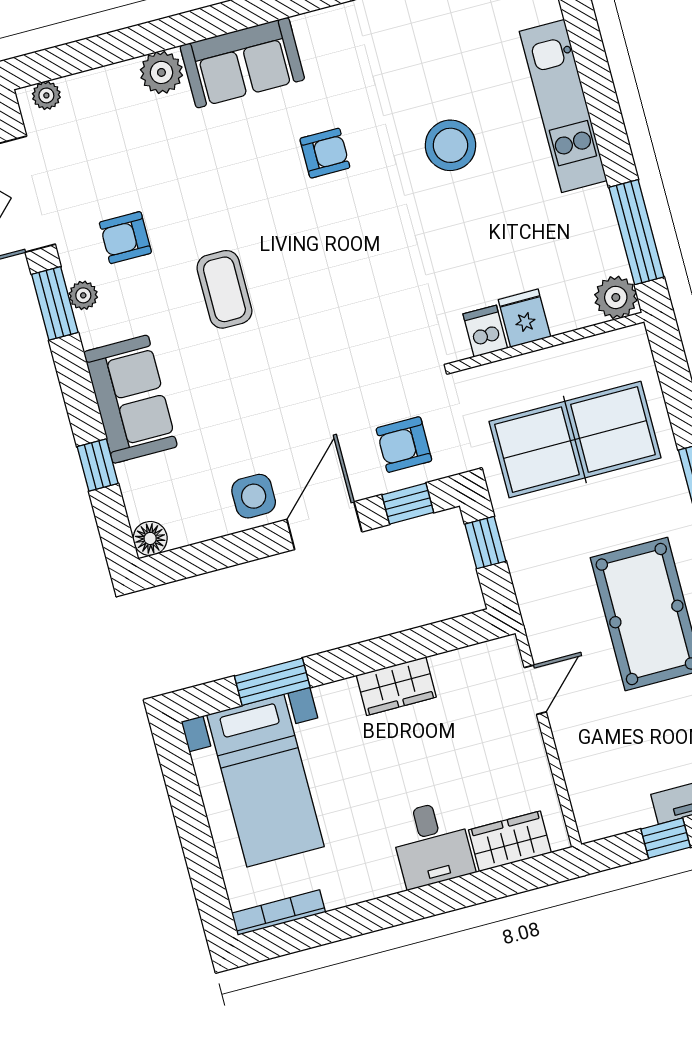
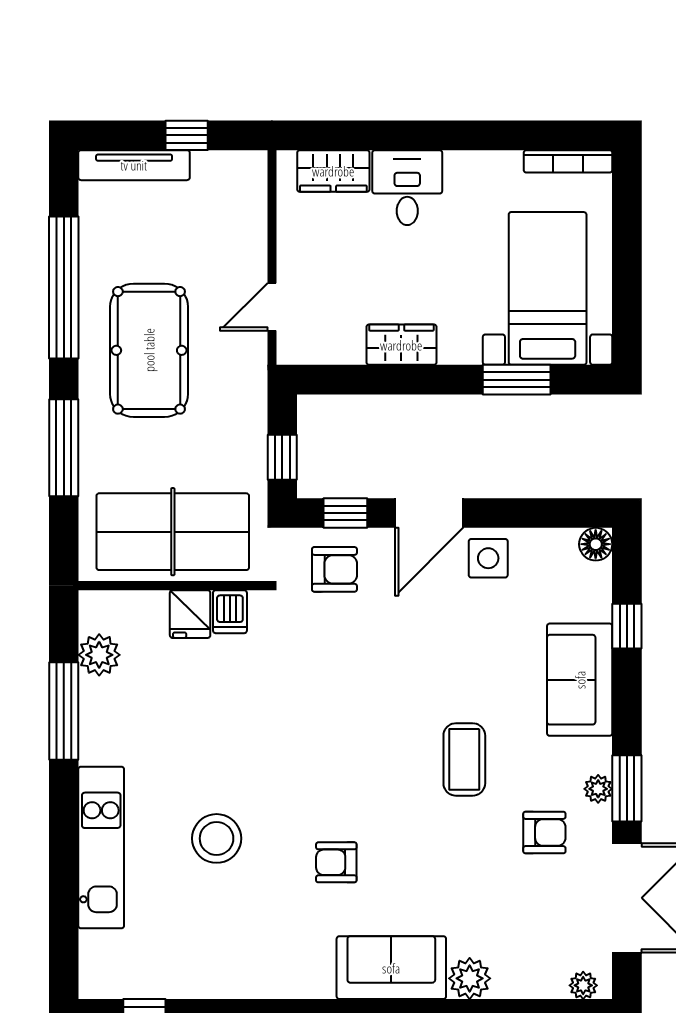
fridge: (524, 318) -> (190, 614), moved
dishwasher: (485, 331) -> (230, 612), moved
wall: (549, 342) -> (173, 586), moved

